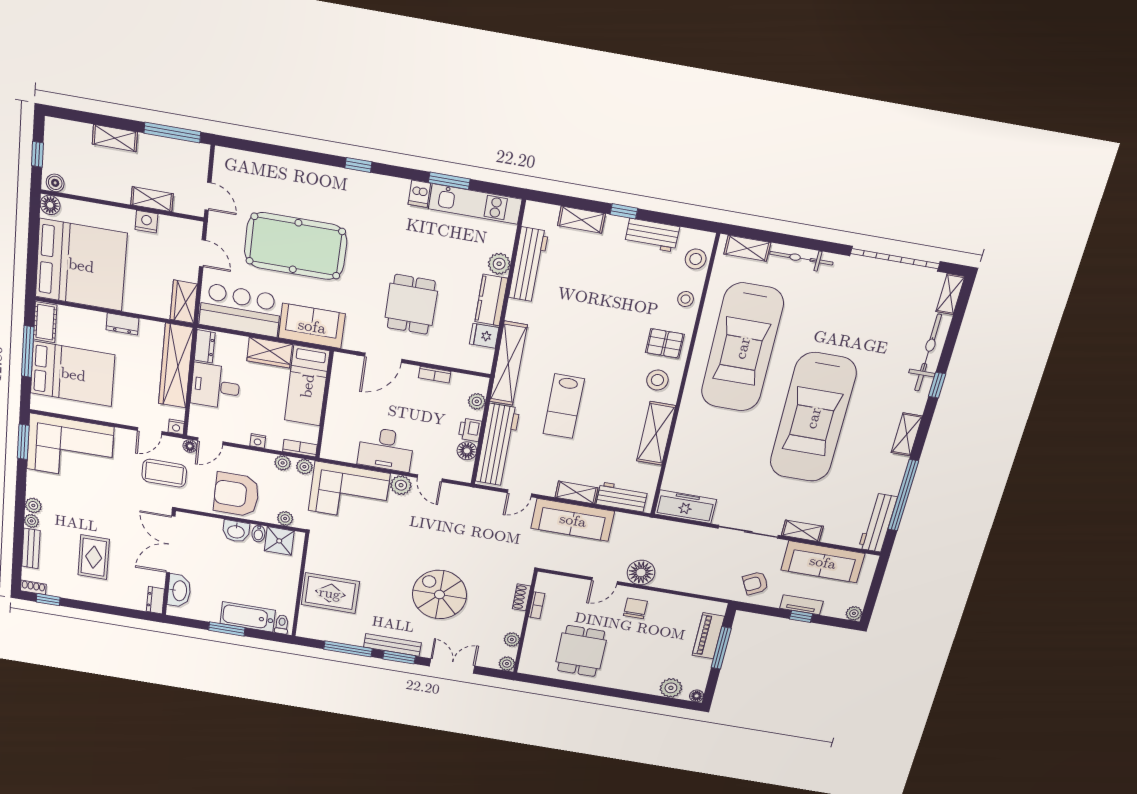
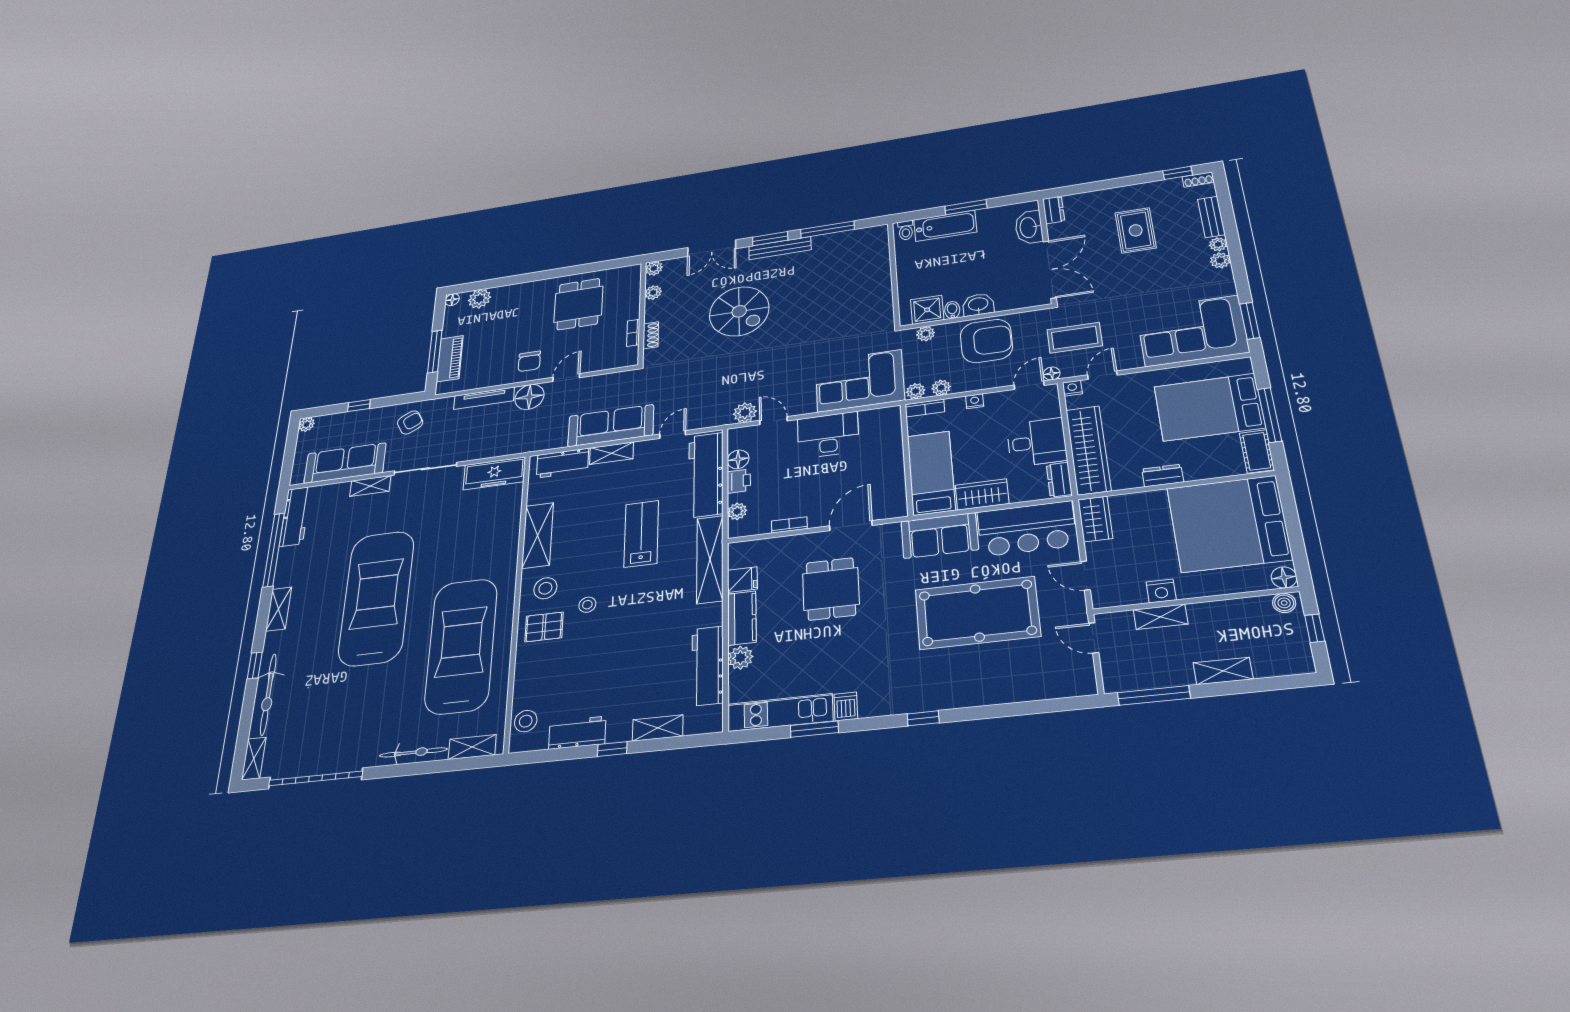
stool: (686, 299) -> (587, 605), moved
plant: (401, 485) -> (745, 413), moved
rug: (330, 593) -> (859, 277), removed
tv unit: (801, 605) -> (484, 398), moved, width x1.41

